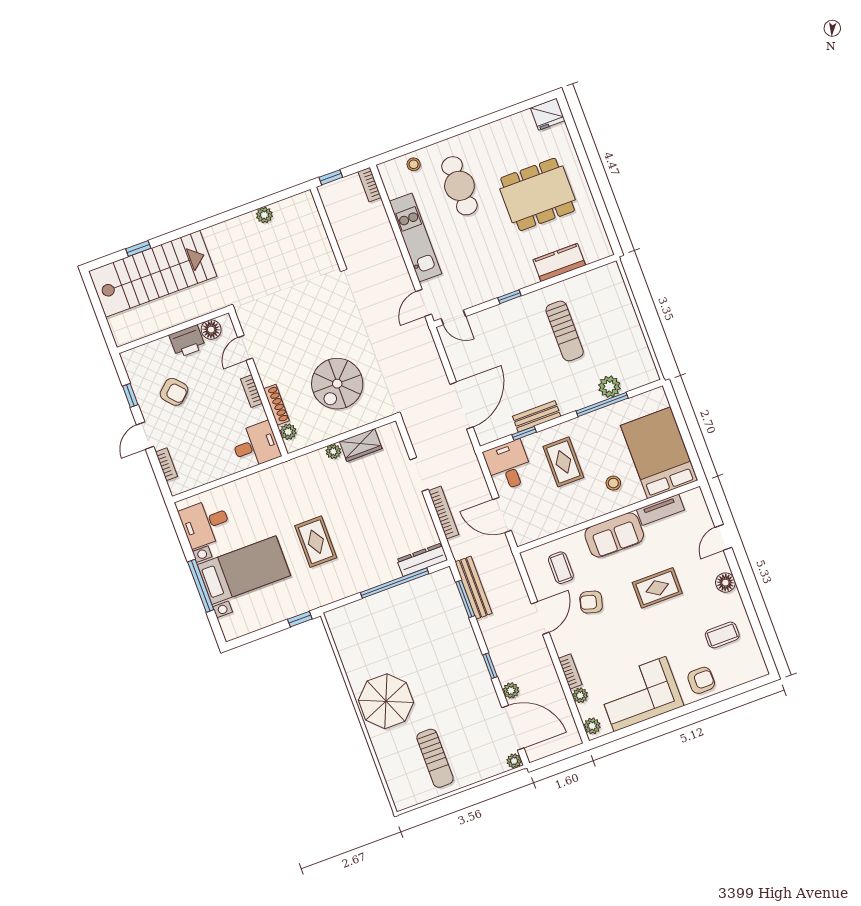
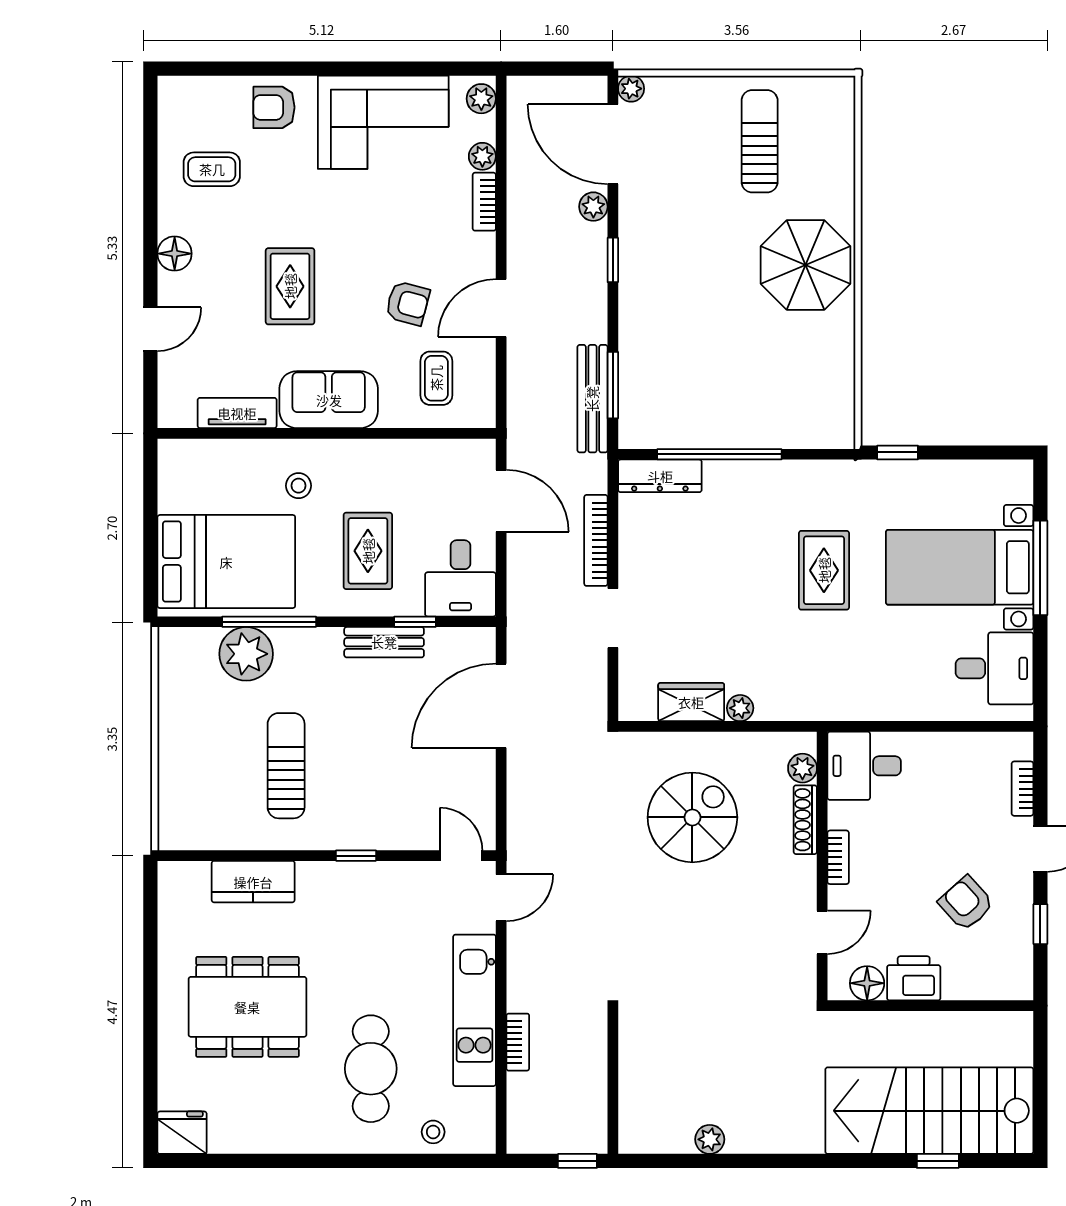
bookcase: (370, 185) -> (518, 1042), moved
plant: (609, 387) -> (246, 654), width x1.36, depth x1.36
bed: (659, 453) -> (226, 562), moved, turned -90
rug: (657, 588) -> (290, 286), turned 90

